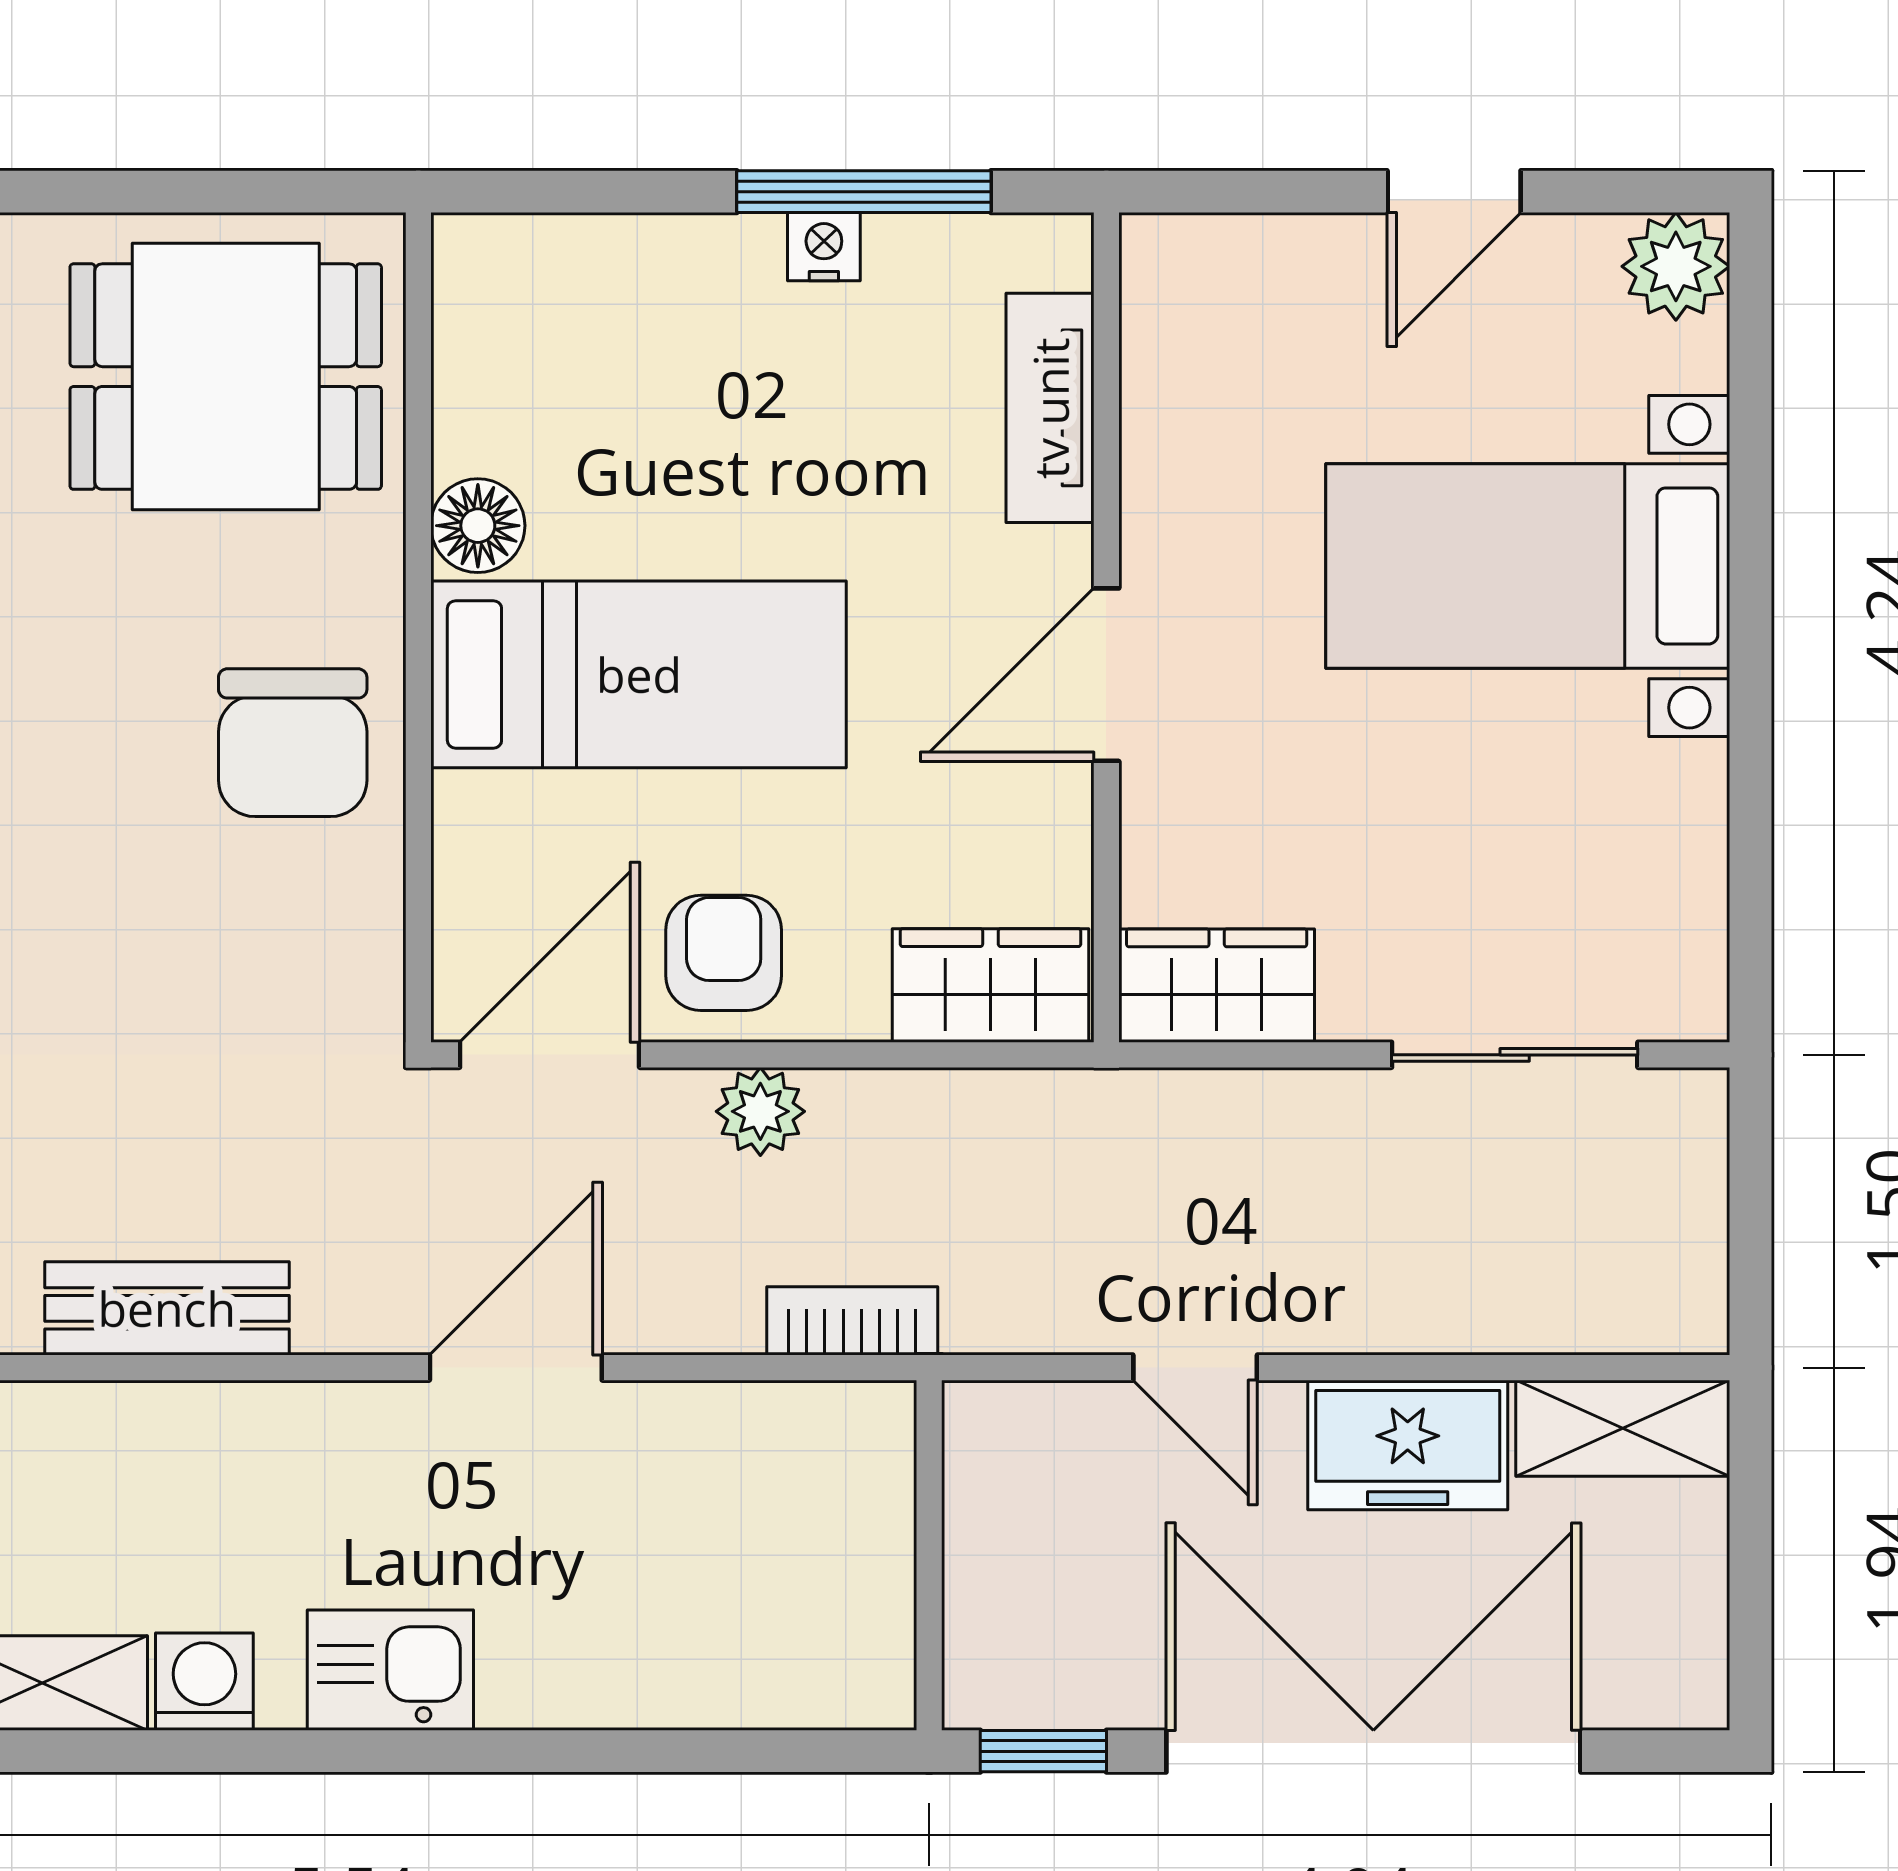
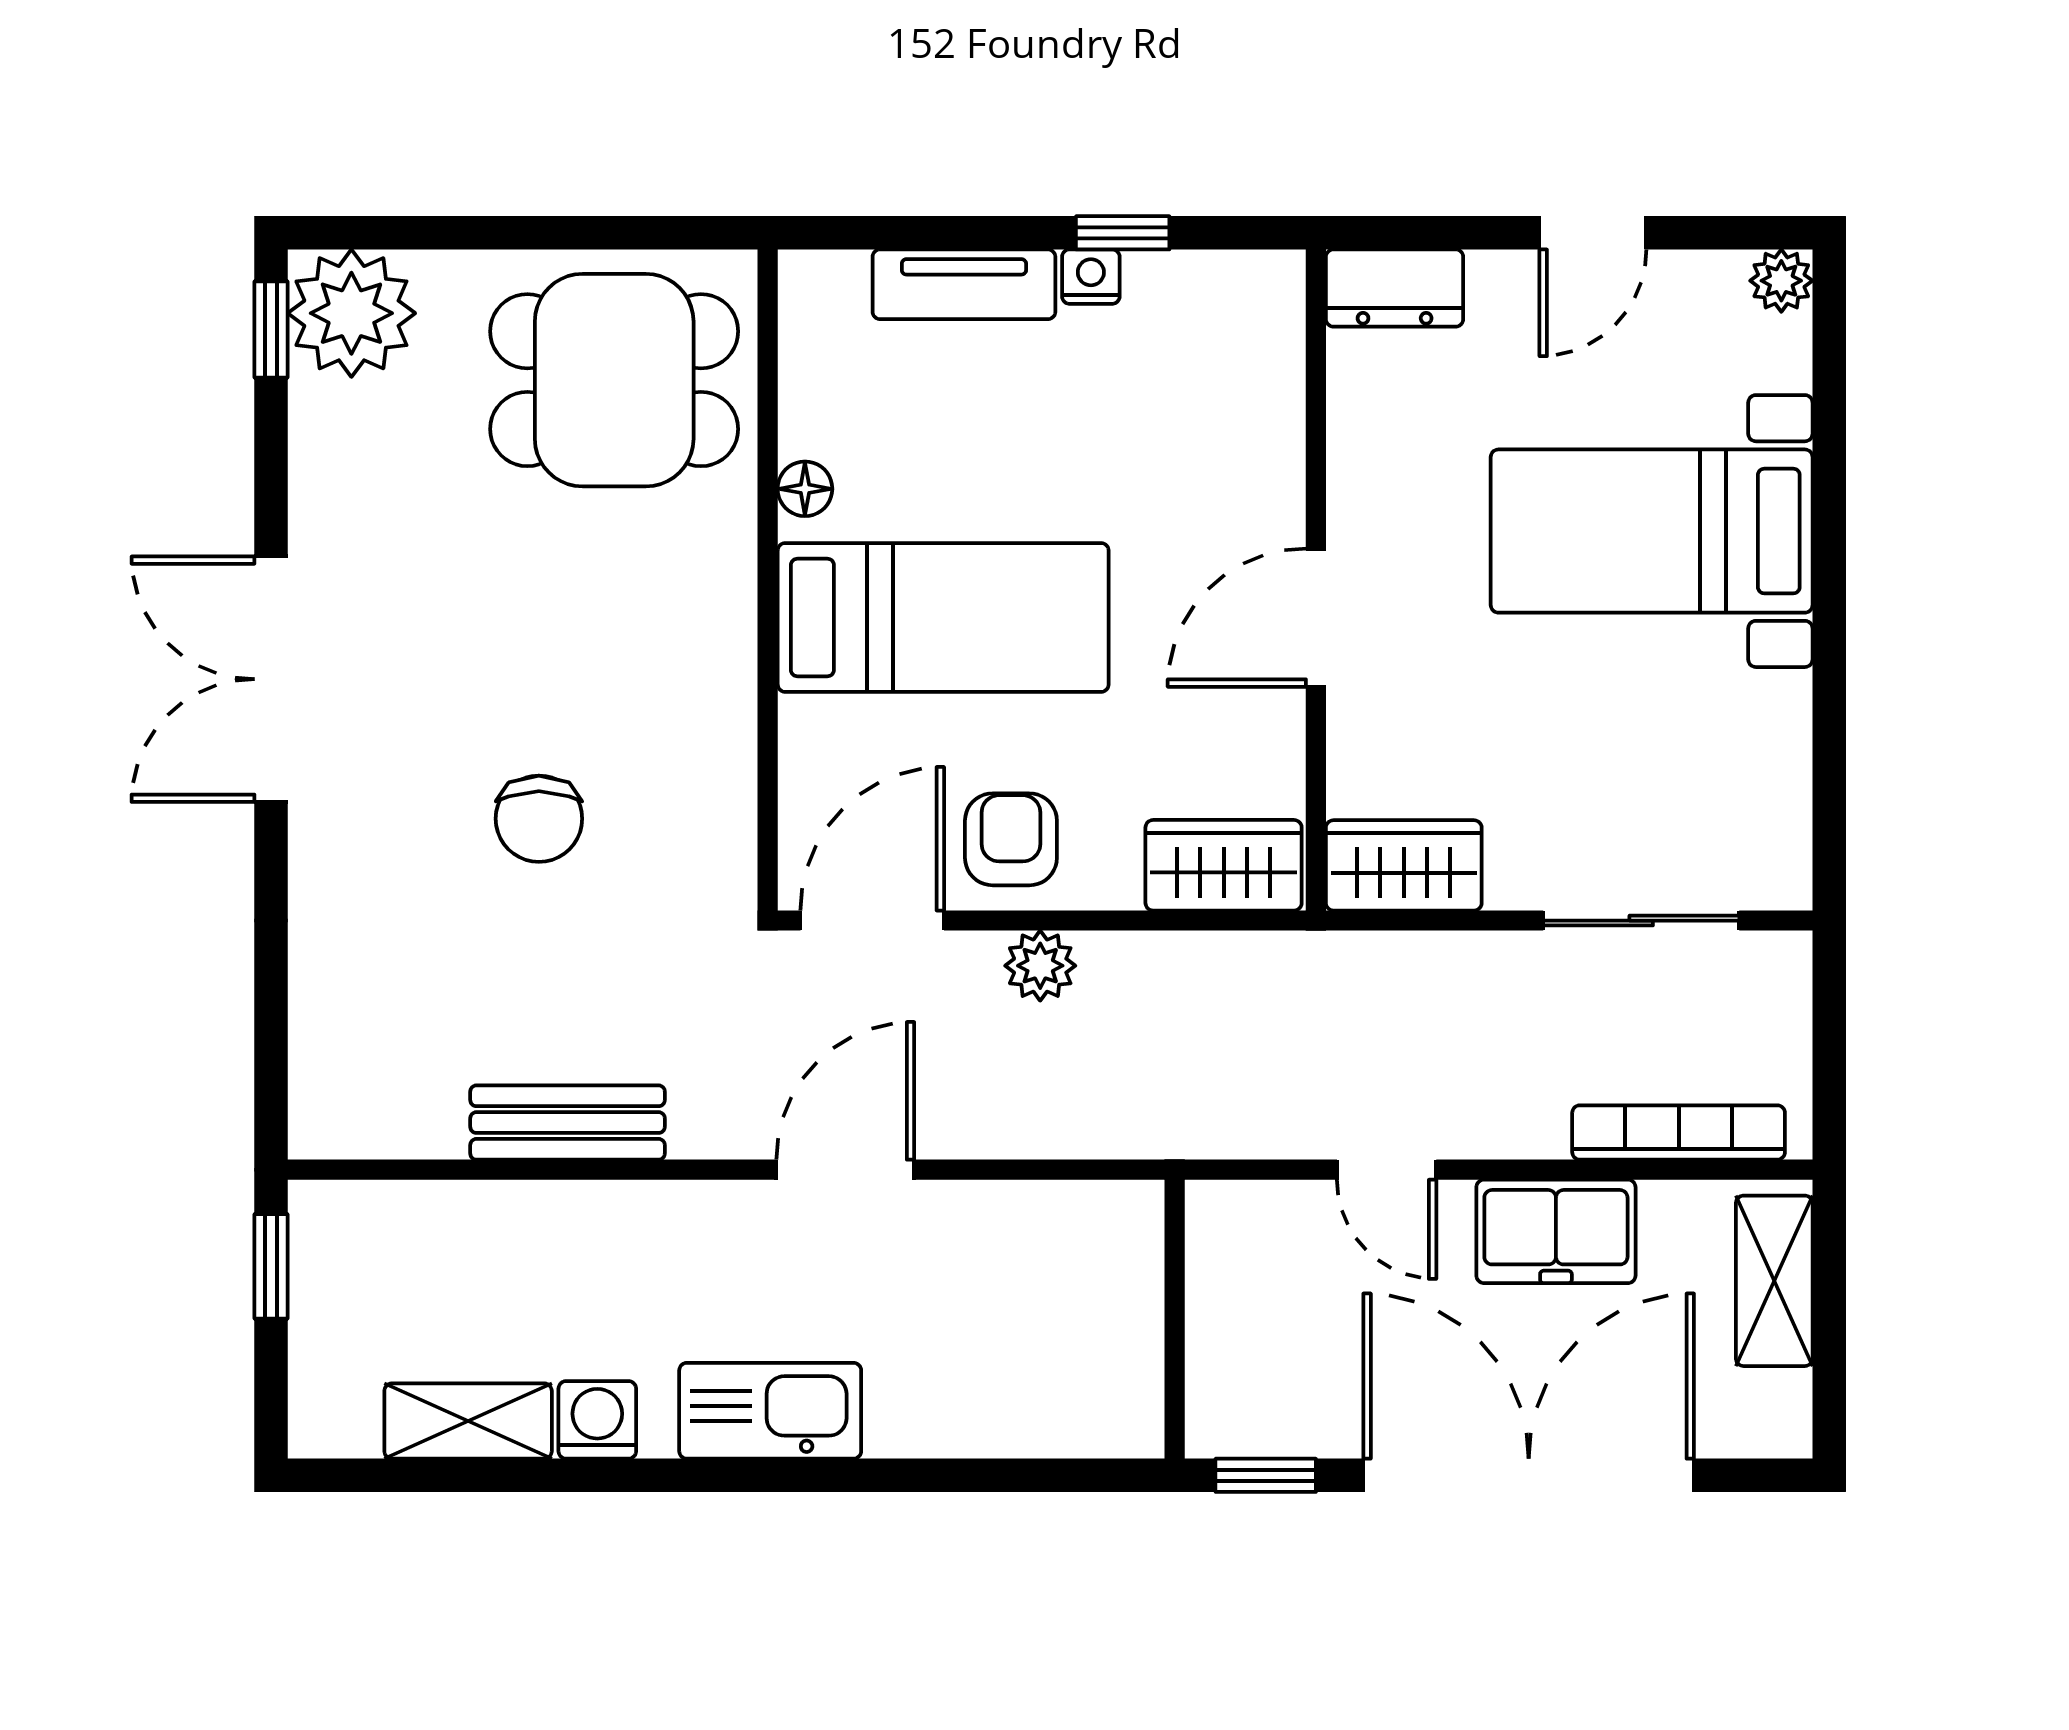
window: (864, 192) -> (1123, 233), width x0.46
dresser: (1205, 261) -> (1395, 288), added
plant: (1676, 266) -> (1781, 281), width x0.73, depth x0.73
tv unit: (1050, 408) -> (964, 284), moved, turned -90
floor lamp: (478, 526) -> (805, 489), width x0.73, depth x0.73
chair: (293, 743) -> (539, 819), moved, width x0.73, depth x0.73
bookcase: (852, 1321) -> (1679, 1132), moved, width x1.56
shelving: (1623, 1428) -> (1774, 1281), moved, turned 90
kitchen sink: (390, 1670) -> (770, 1411), width x1.38

